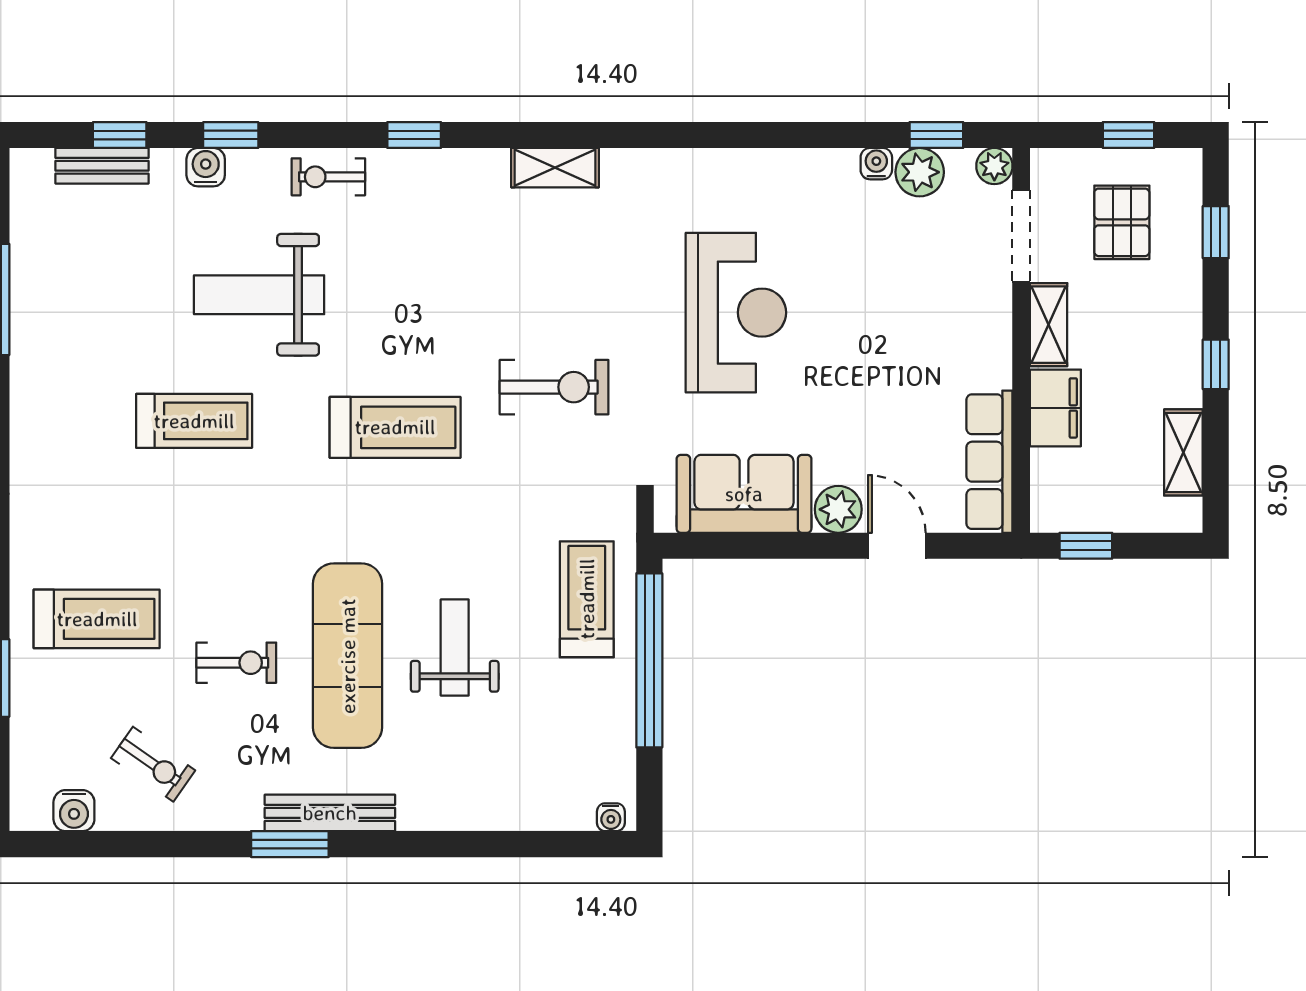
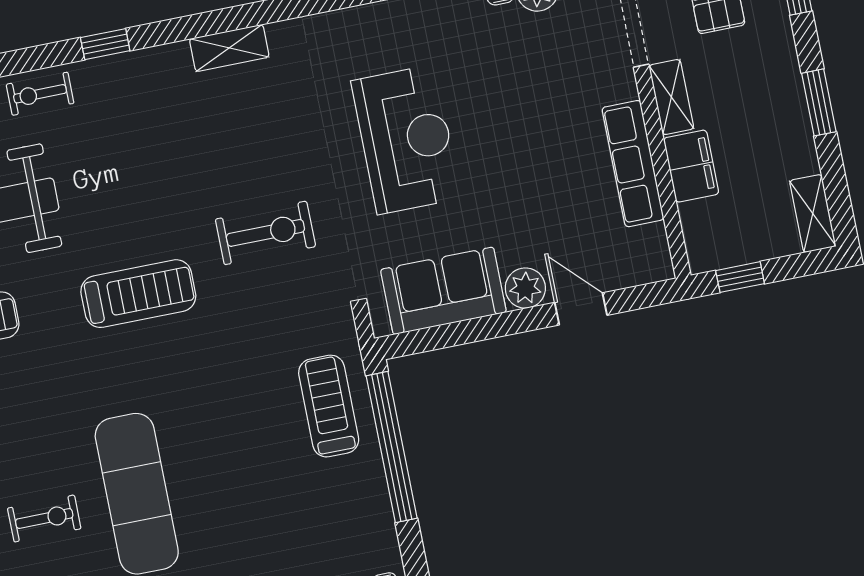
window: (1216, 364) -> (819, 102), width x1.50
shelving: (1183, 452) -> (813, 213), moved
row of seats: (989, 462) -> (633, 164), moved
weight bench: (455, 647) -> (226, 469), removed

